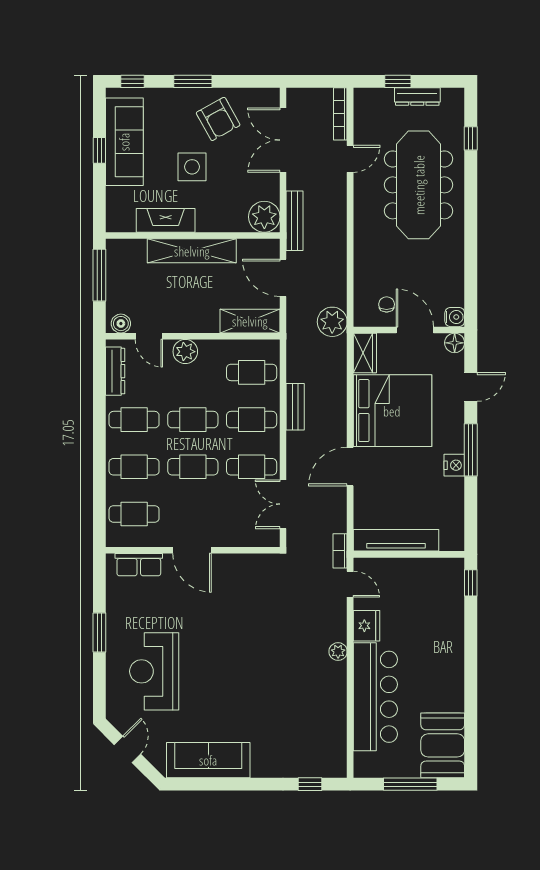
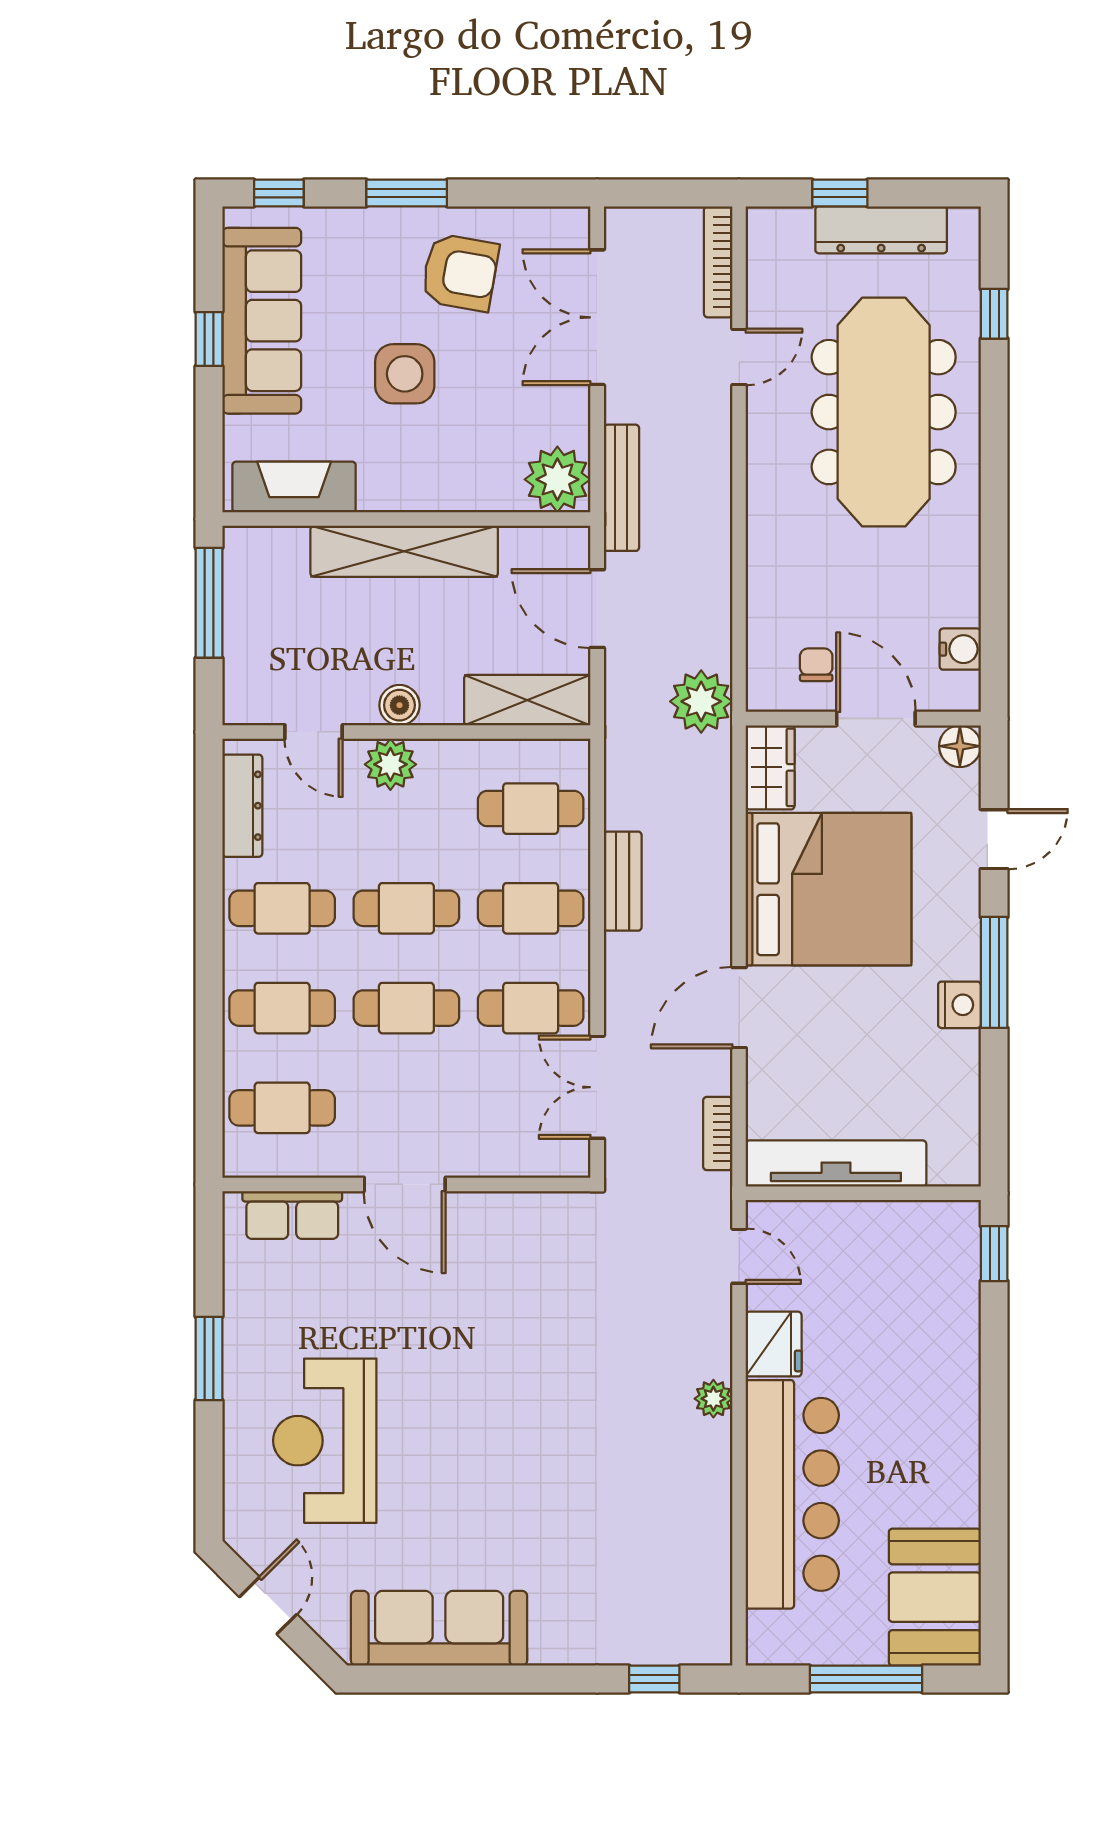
dresser: (417, 97) -> (881, 230), width x1.37, depth x1.24
armchair: (218, 119) -> (460, 273), turned -51
fireplace: (166, 220) -> (294, 487), moved
water cooler: (455, 317) -> (960, 649), moved
boiler: (121, 324) -> (399, 705), moved
bookcase: (340, 551) -> (718, 1134), moved

